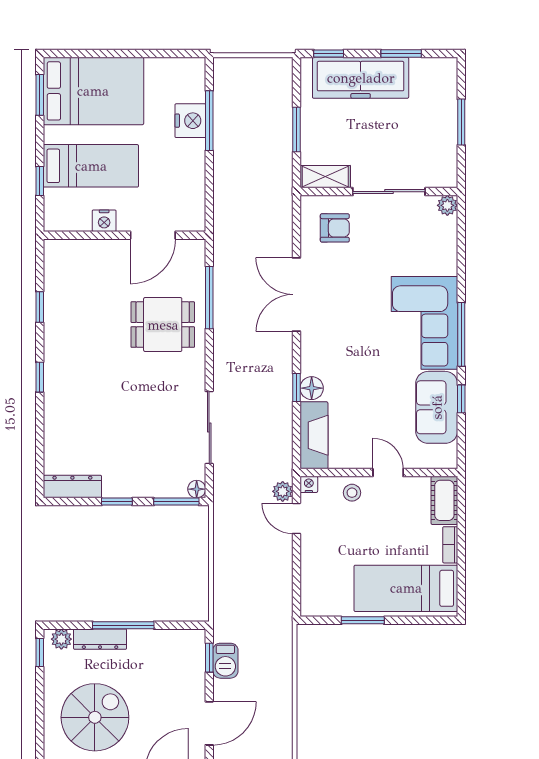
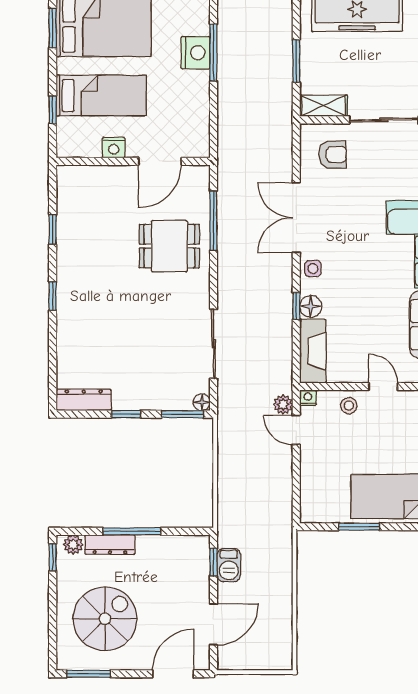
side table: (314, 348) -> (313, 269), added

